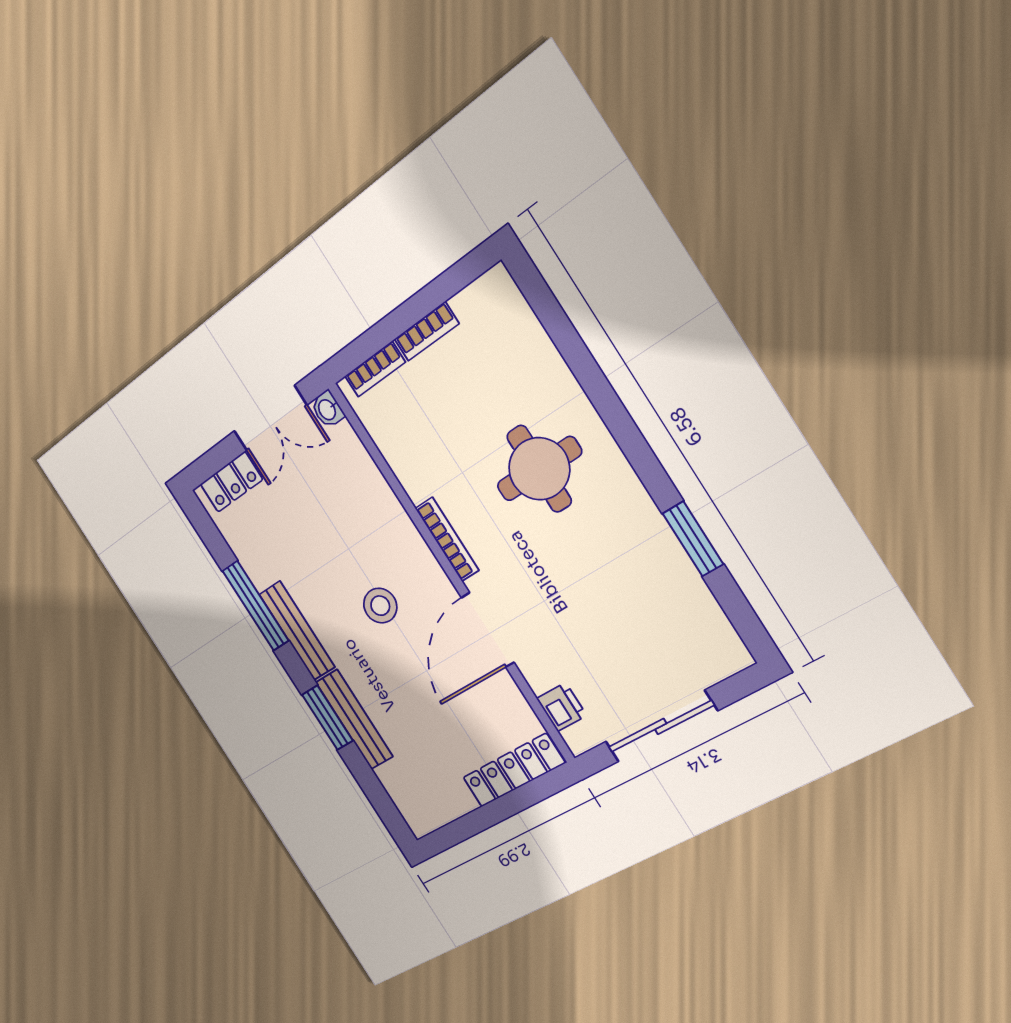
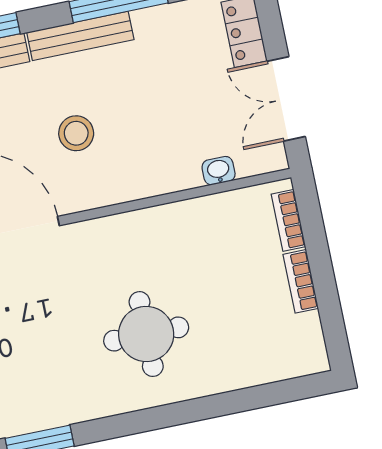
washbasin: (328, 409) -> (219, 171), moved
bookcase: (447, 539) -> (115, 225), removed

